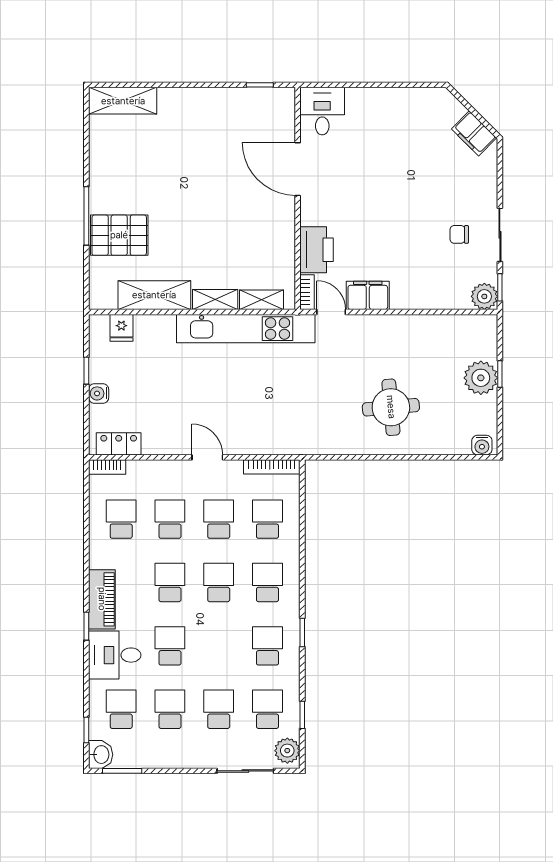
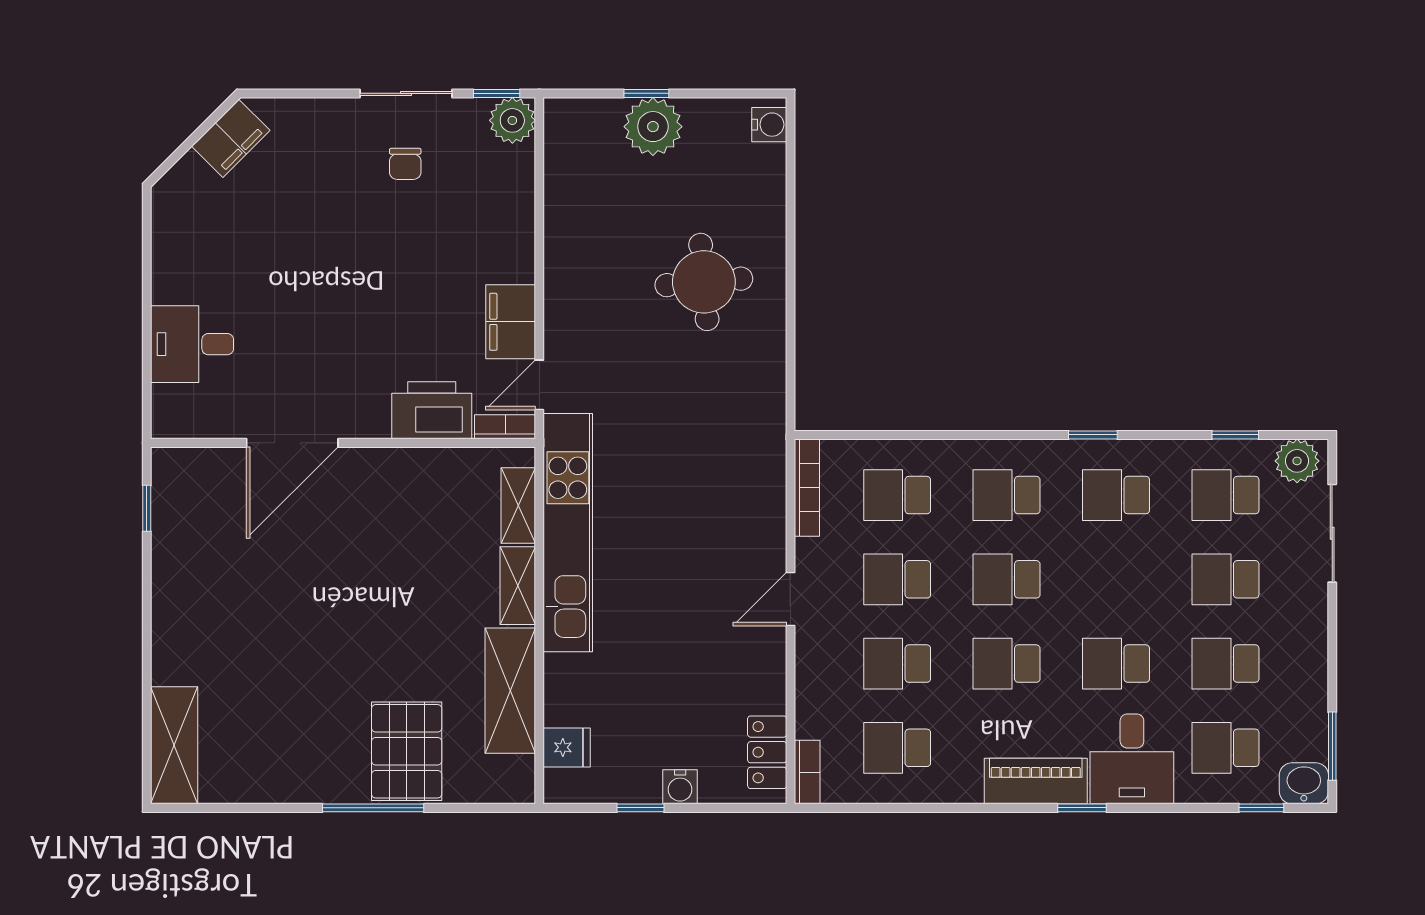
desk: (322, 111) -> (192, 344), moved

